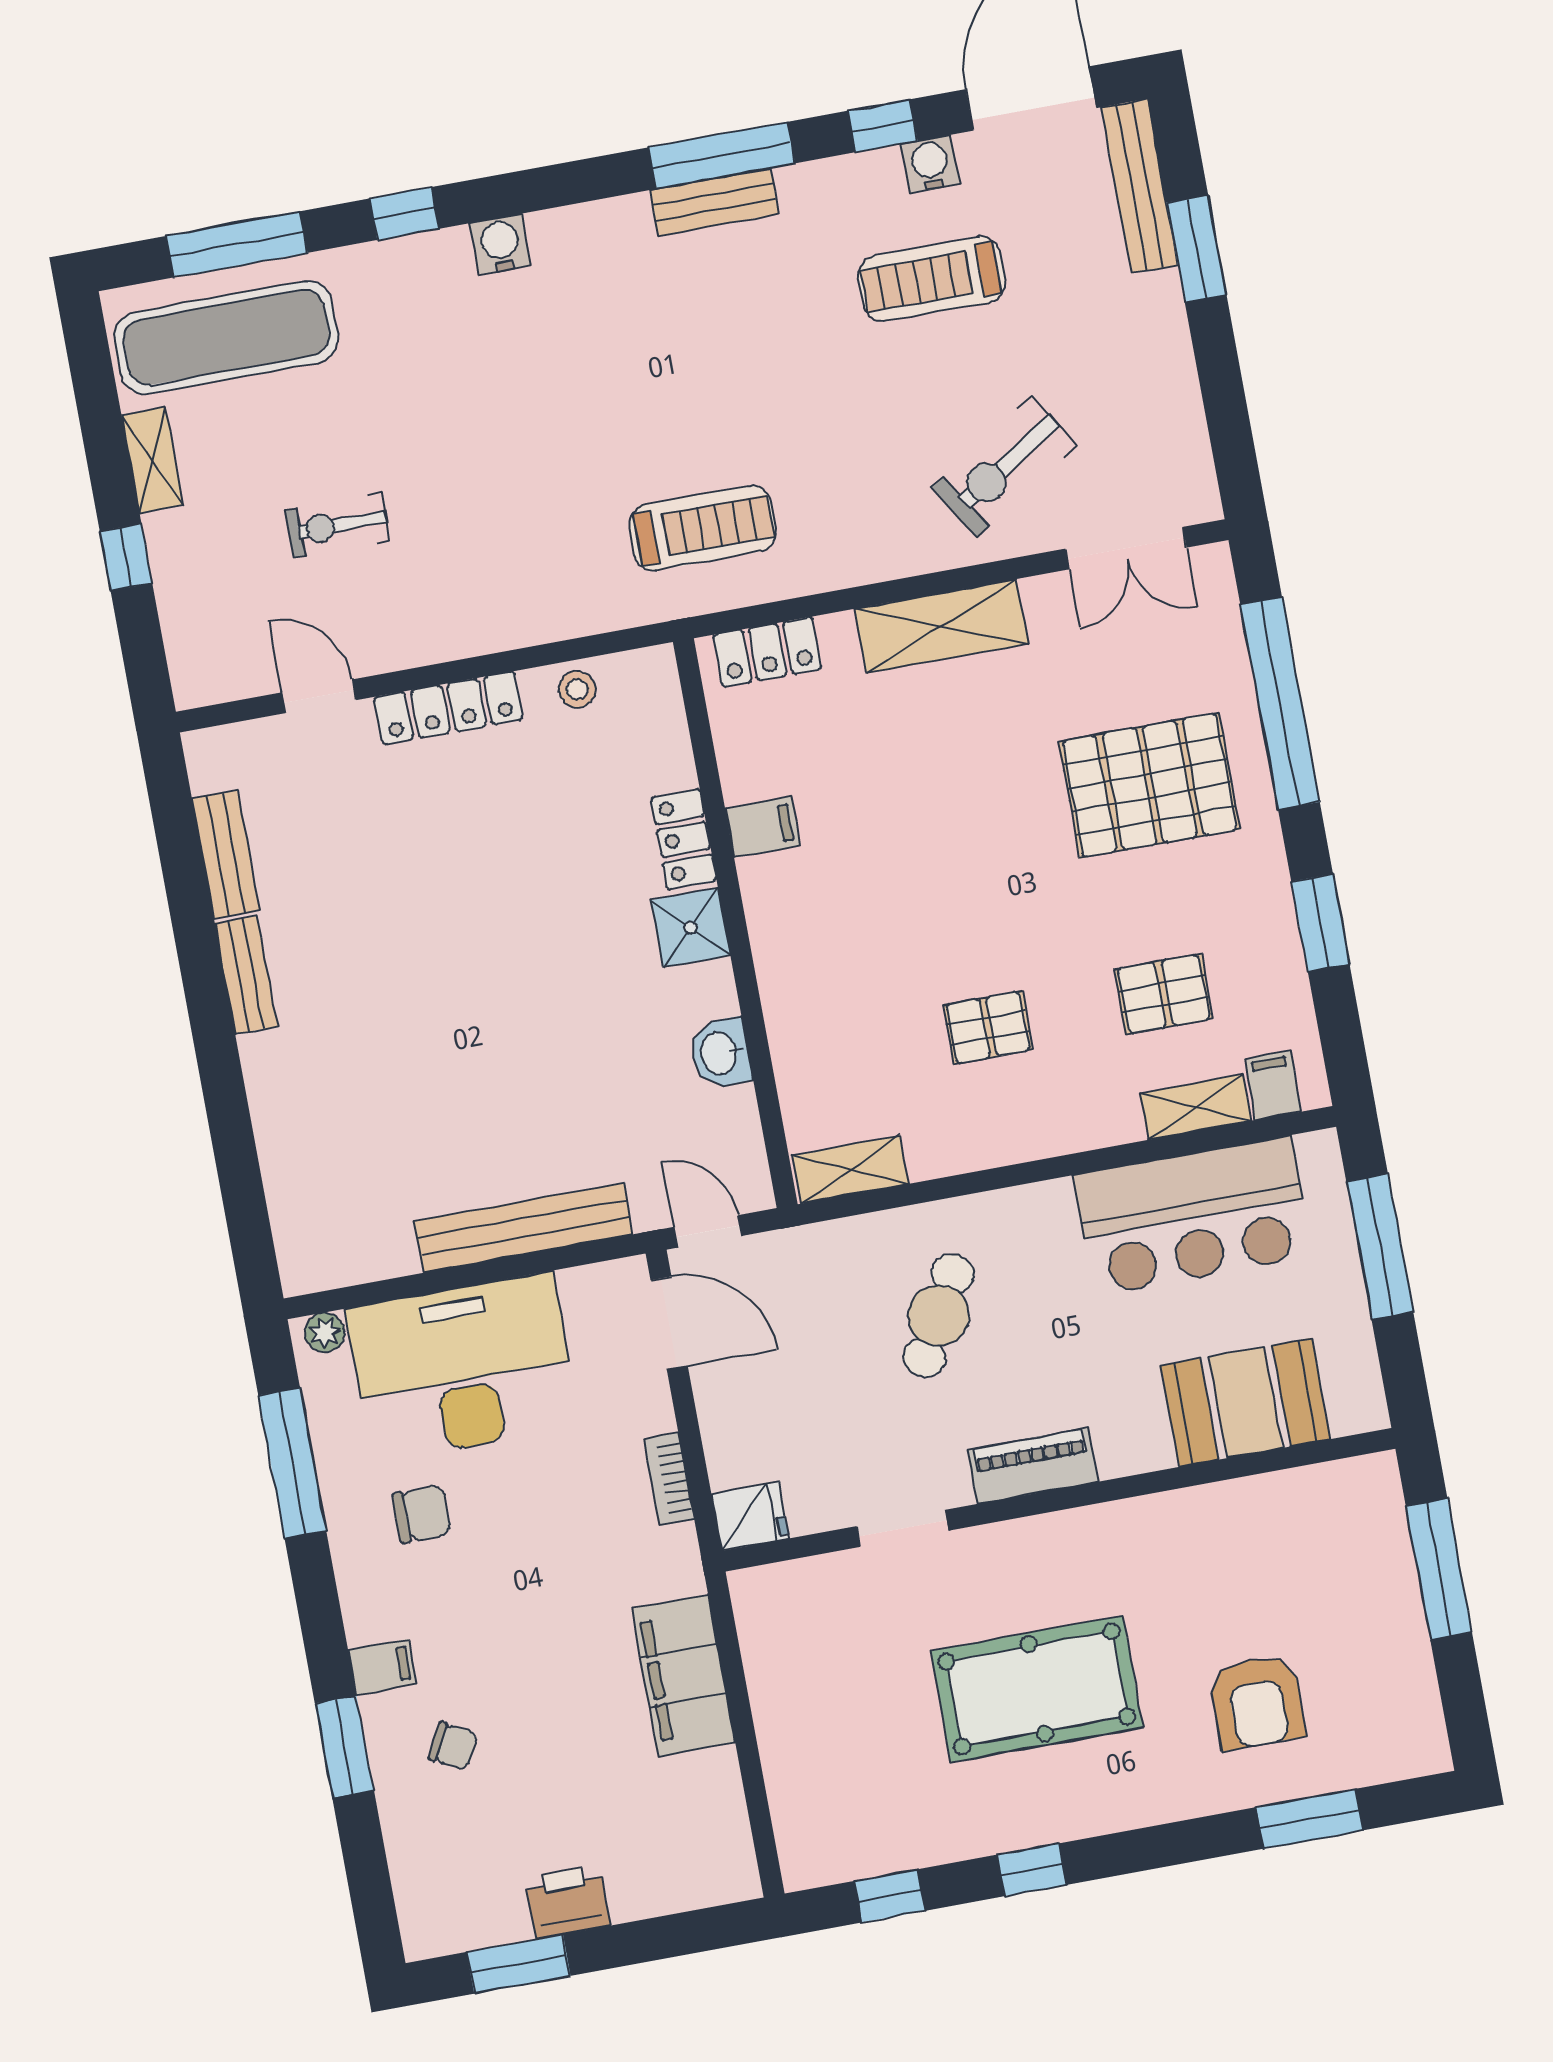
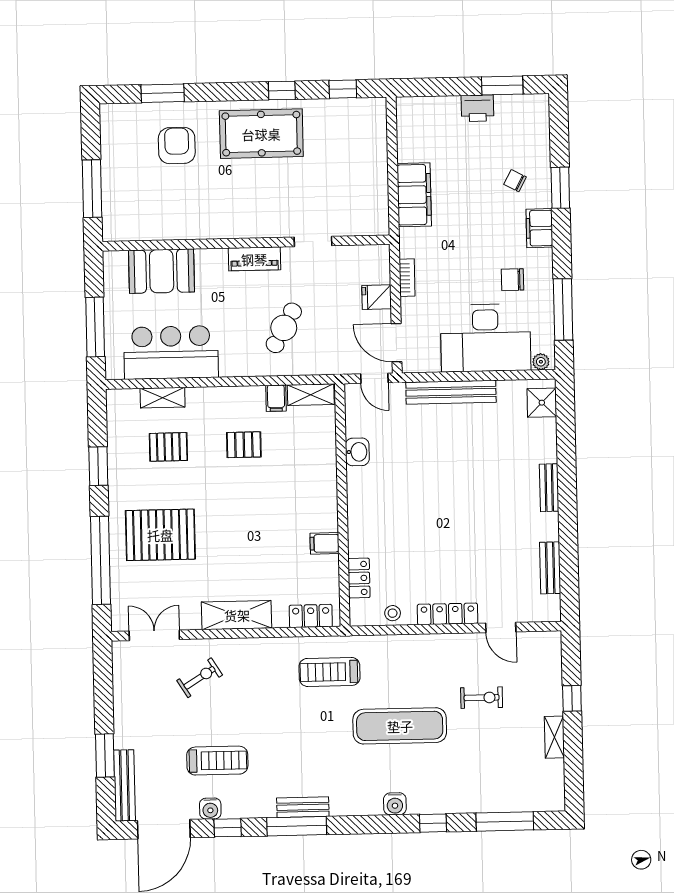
exercise mat: (226, 337) -> (400, 726), moved
exercise bike: (1004, 466) -> (200, 678), width x0.73, depth x0.72
locker: (684, 839) -> (359, 578), moved
shower: (691, 928) -> (542, 403), moved
bench: (246, 975) -> (549, 488), moved
filing cabinet: (1273, 1085) -> (276, 398), moved
fridge: (750, 1516) -> (377, 297), moved
filing cabinet: (382, 1667) -> (539, 228), width x2.00
pool table: (1037, 1689) -> (261, 134), moved

